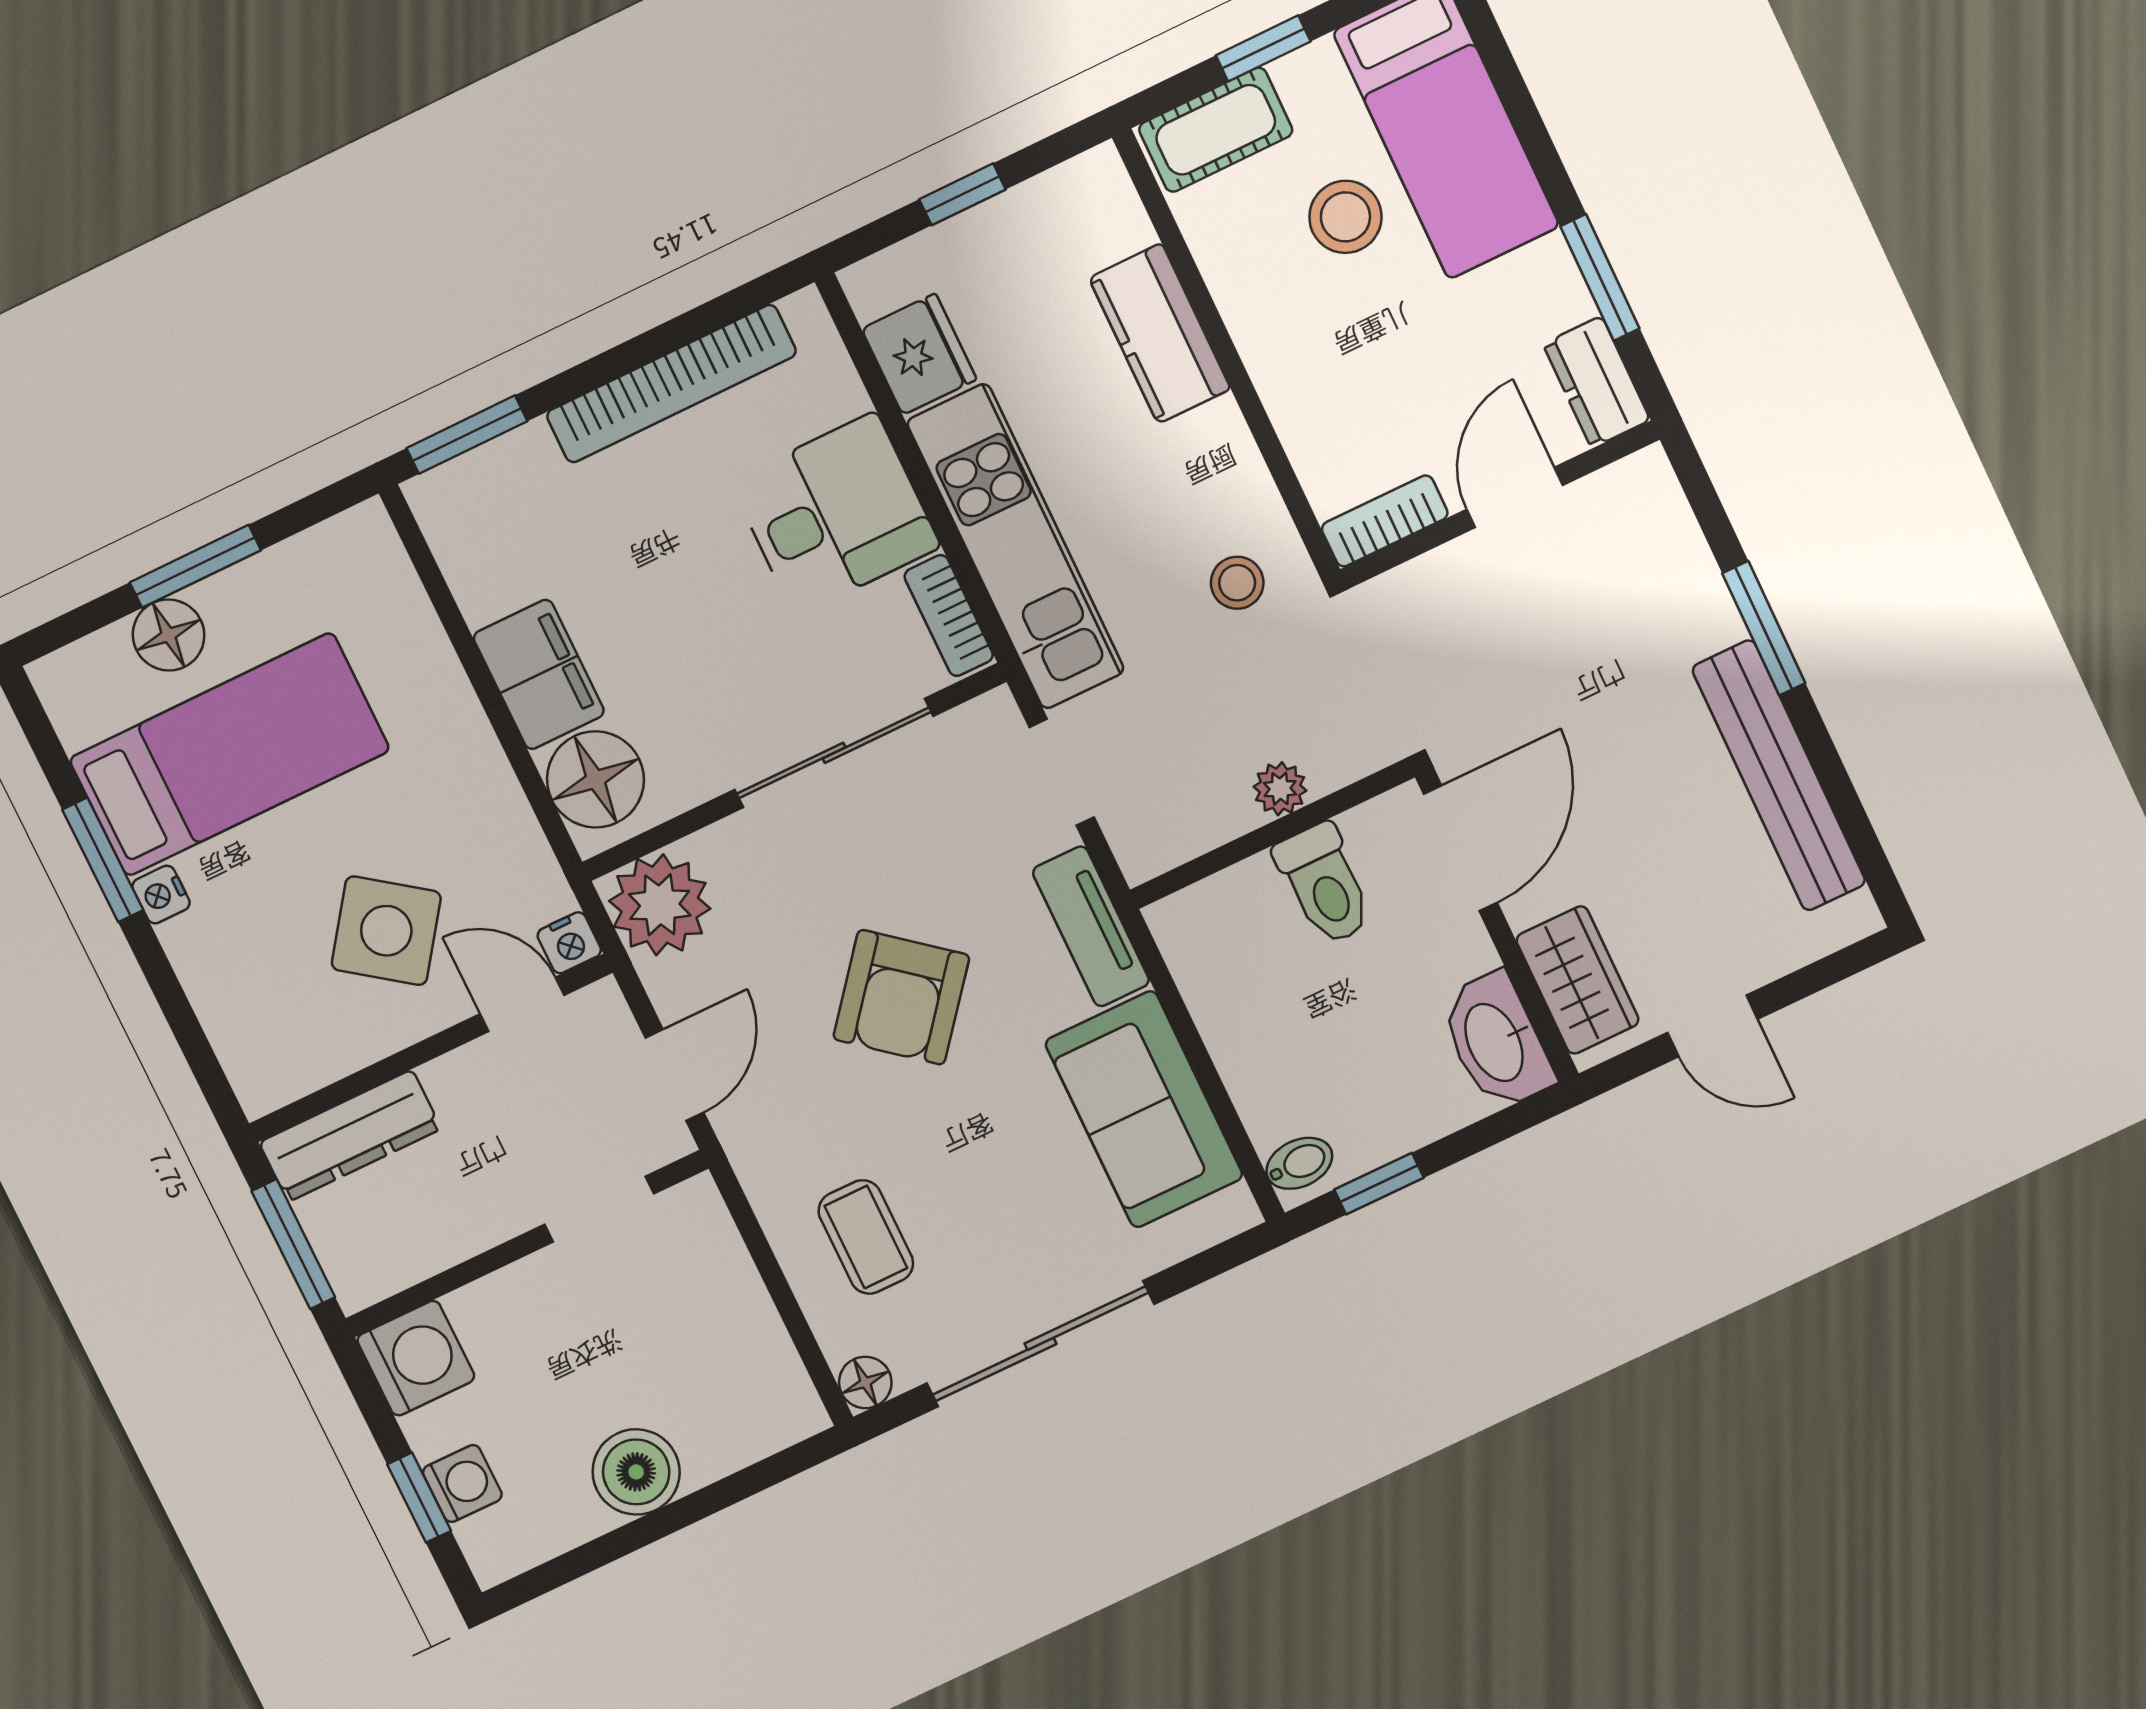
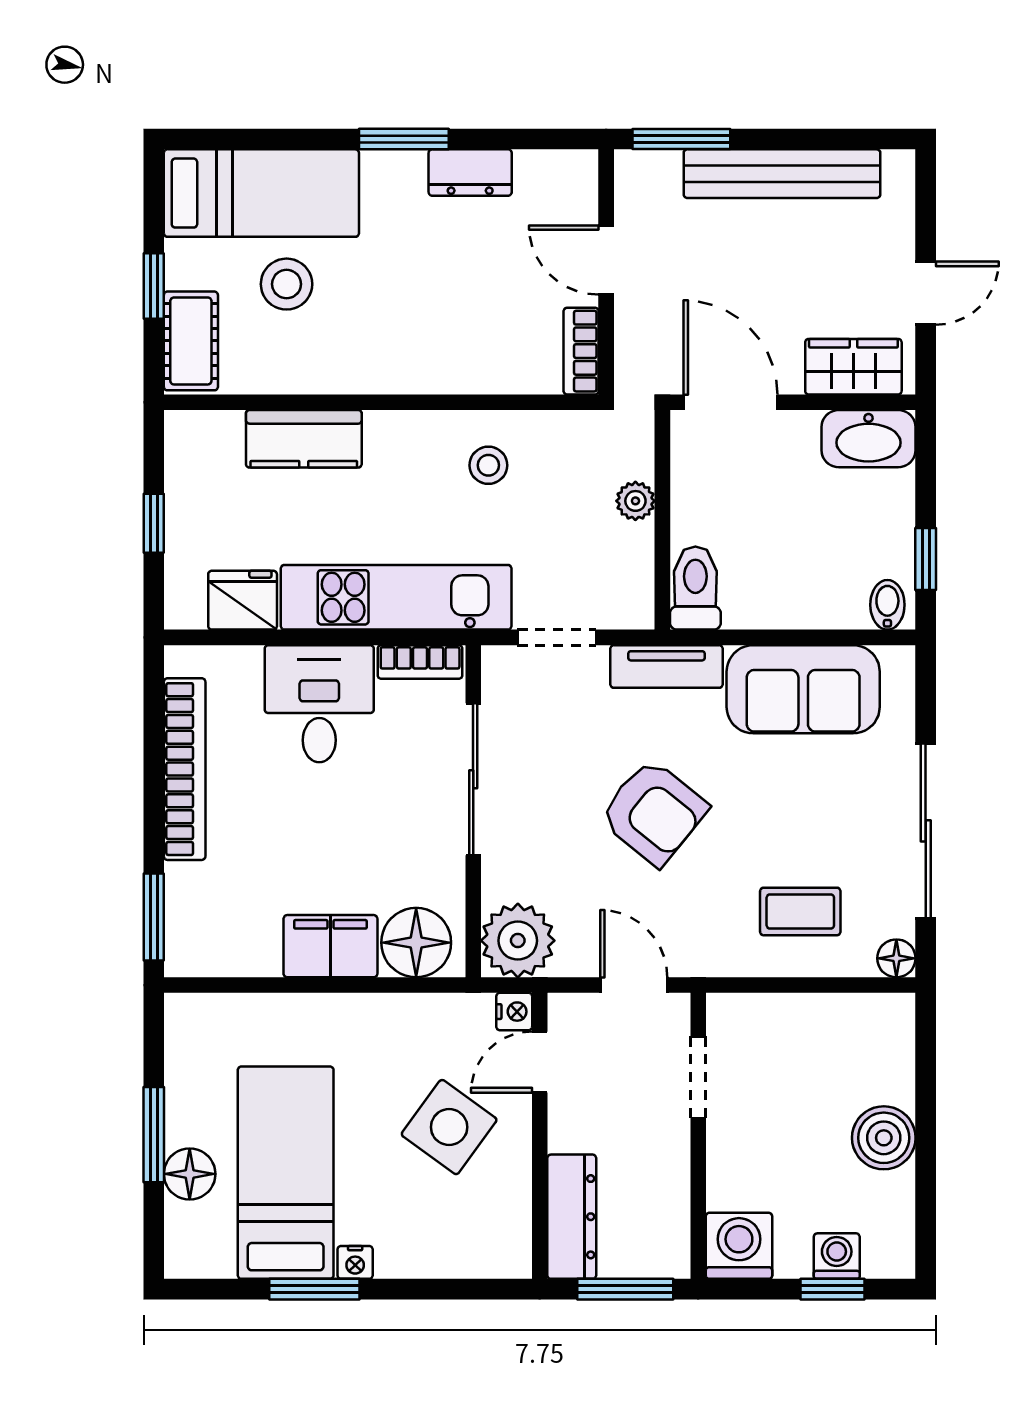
door: (1515, 497) -> (606, 260), moved
wall: (1500, 505) -> (606, 272), moved
bookcase: (1385, 521) -> (581, 351), moved
toilet: (1324, 884) -> (695, 588), moved, turned -90

